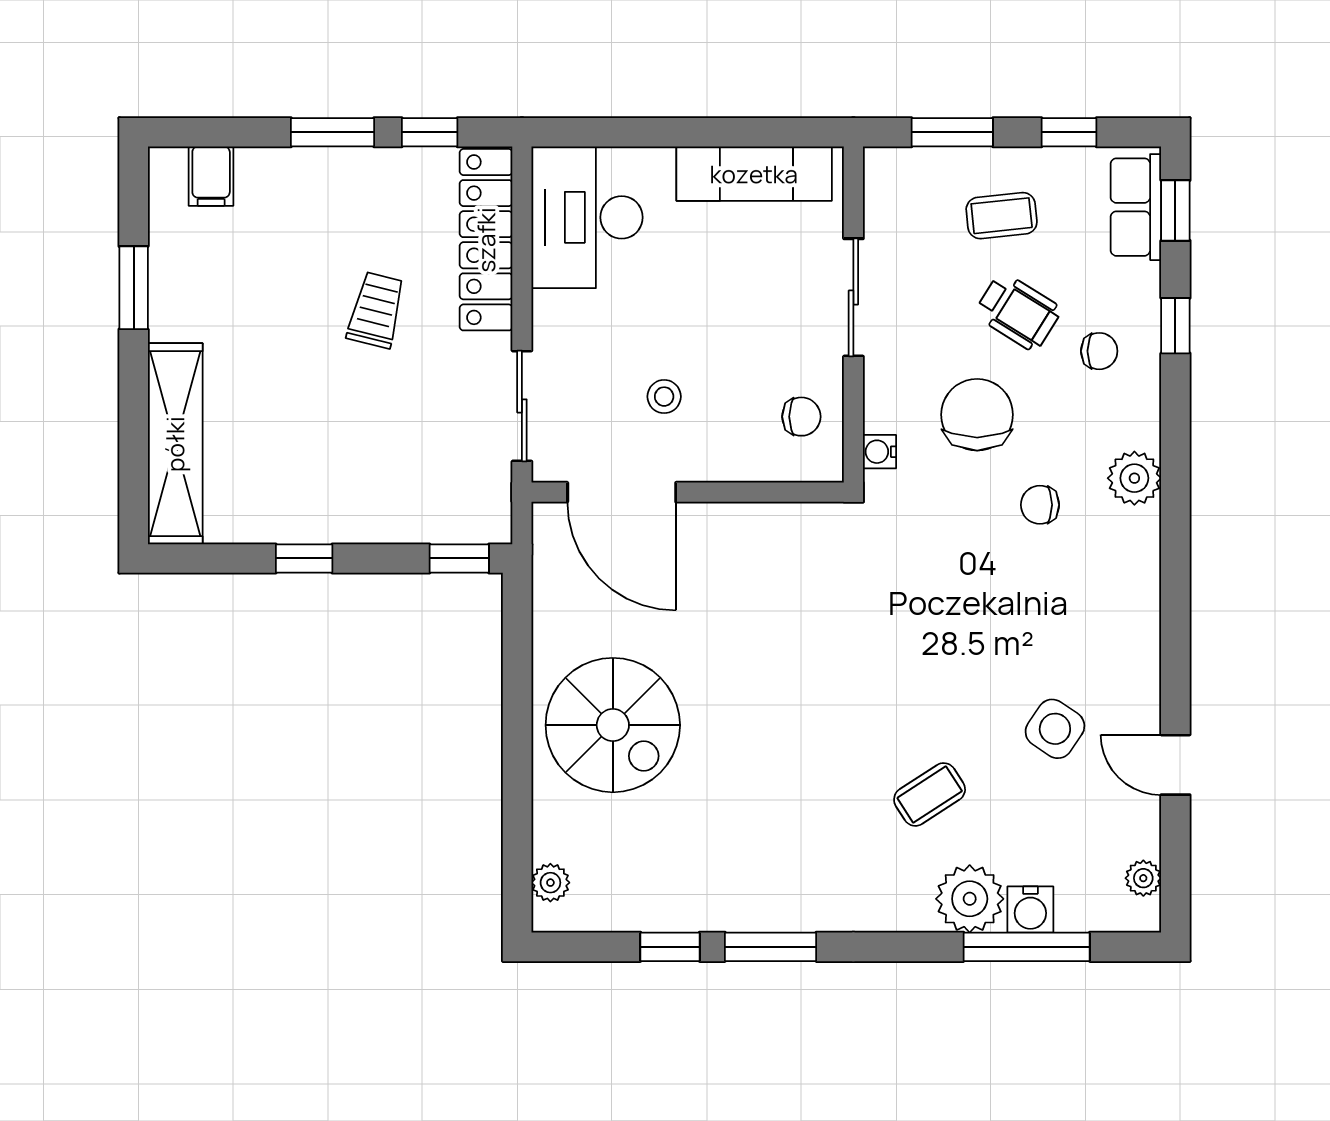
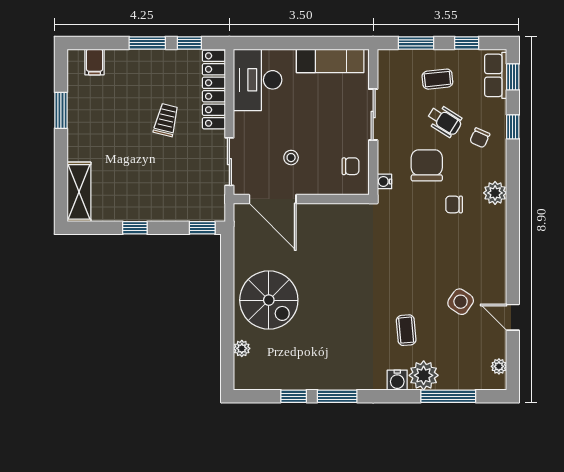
chair: (1099, 351) -> (480, 138), turned 114
shelving: (175, 444) -> (79, 192), width x0.68
coffee table: (930, 794) -> (406, 330), turned -62
plant: (550, 883) -> (242, 348), moved
water cooler: (1030, 910) -> (397, 380), moved

